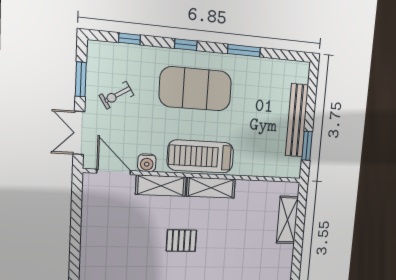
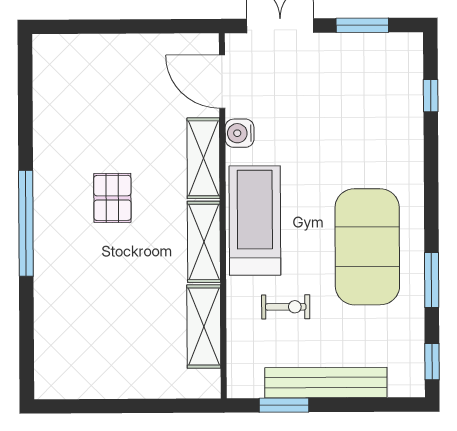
window: (186, 45) -> (432, 362), moved
exercise mat: (195, 89) -> (367, 247), moved
exercise bike: (116, 95) -> (286, 307), moved, turned 122
door: (114, 172) -> (222, 82), swing flipped
shelving: (287, 220) -> (204, 326), moved, turned 90

